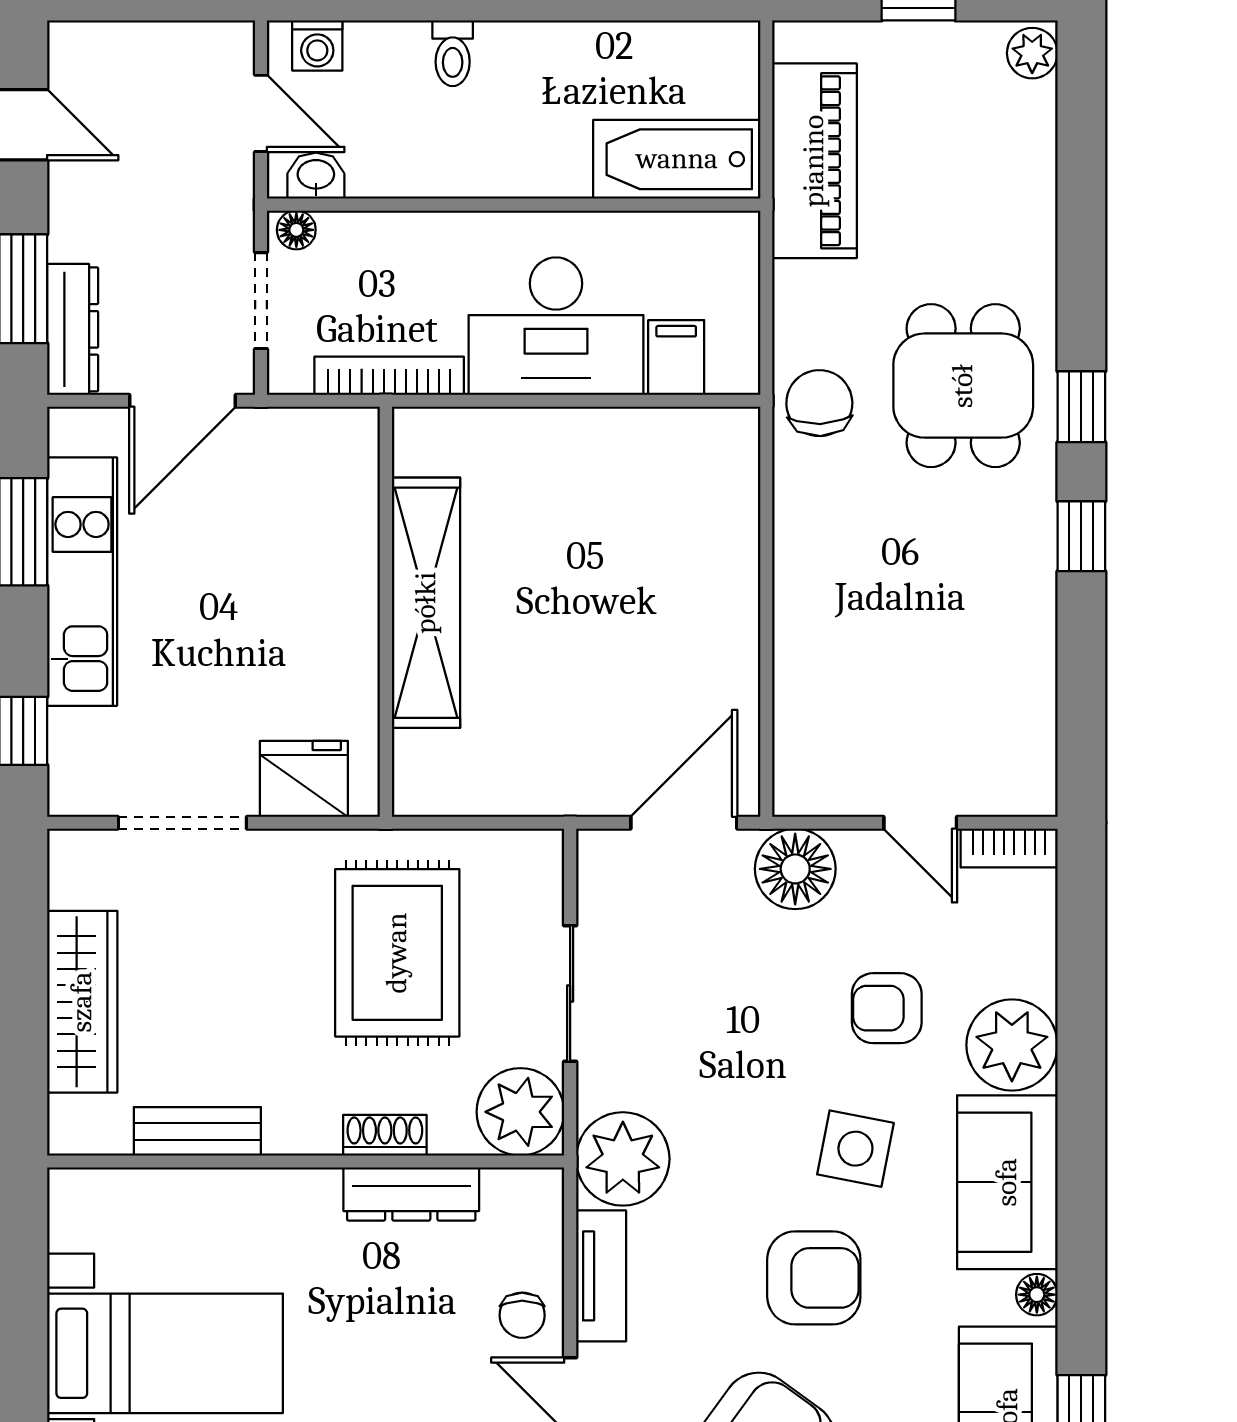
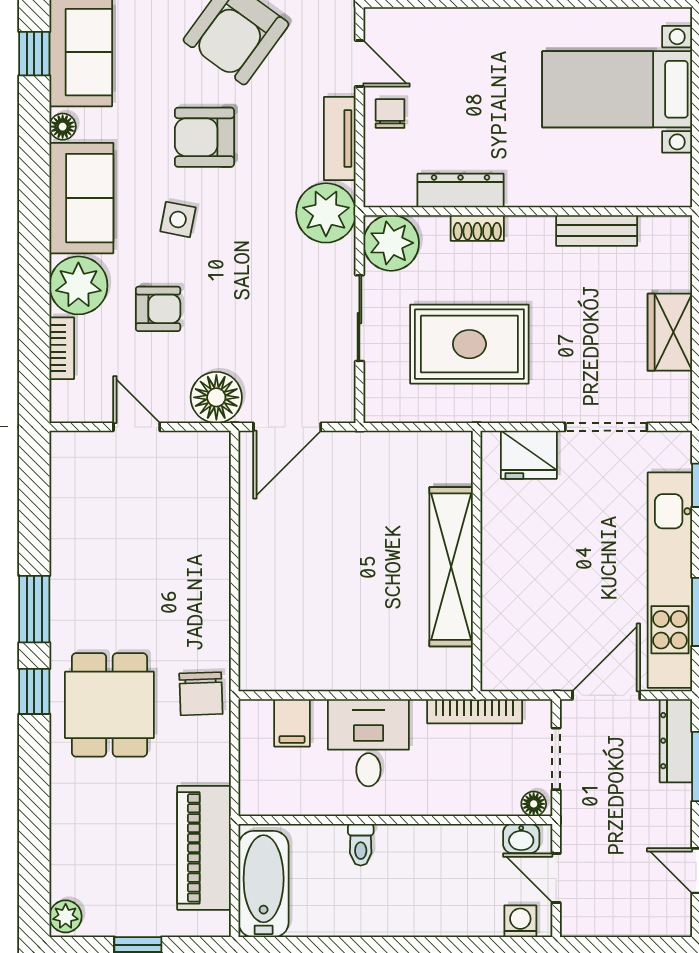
toilet: (453, 53) -> (361, 845), moved, turned 180
bathtub: (677, 159) -> (264, 884), moved, turned -90
desk: (556, 326) -> (368, 743), width x0.73
window: (1081, 536) -> (34, 609), width x1.50
kitchen unit: (82, 582) -> (670, 580), width x1.36
bookcase: (1009, 848) -> (62, 348), moved, turned 90
rug: (397, 953) -> (469, 344), turned 90
wardrobe: (82, 1002) -> (670, 332), width x0.67
side table: (855, 1149) -> (178, 219), width x0.73, depth x0.73

